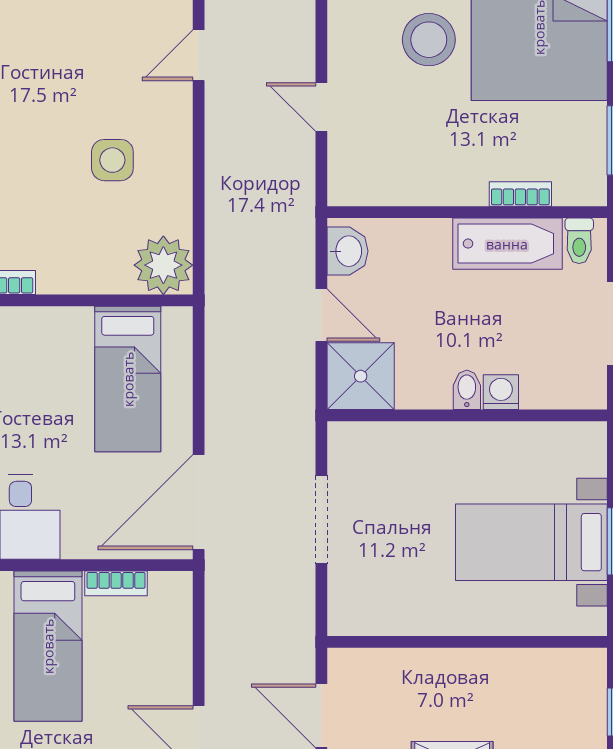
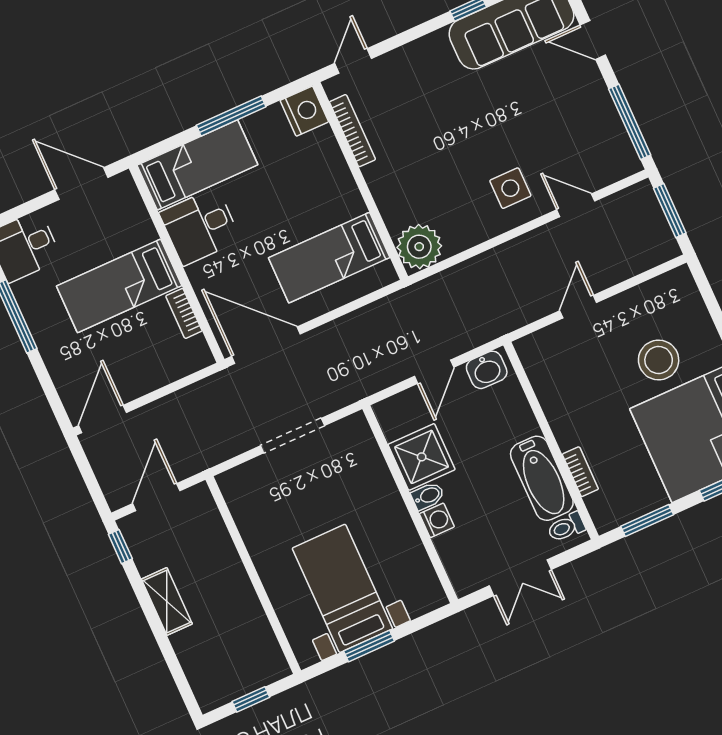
side table: (112, 160) -> (510, 188), moved
shower: (361, 376) -> (422, 457), moved

